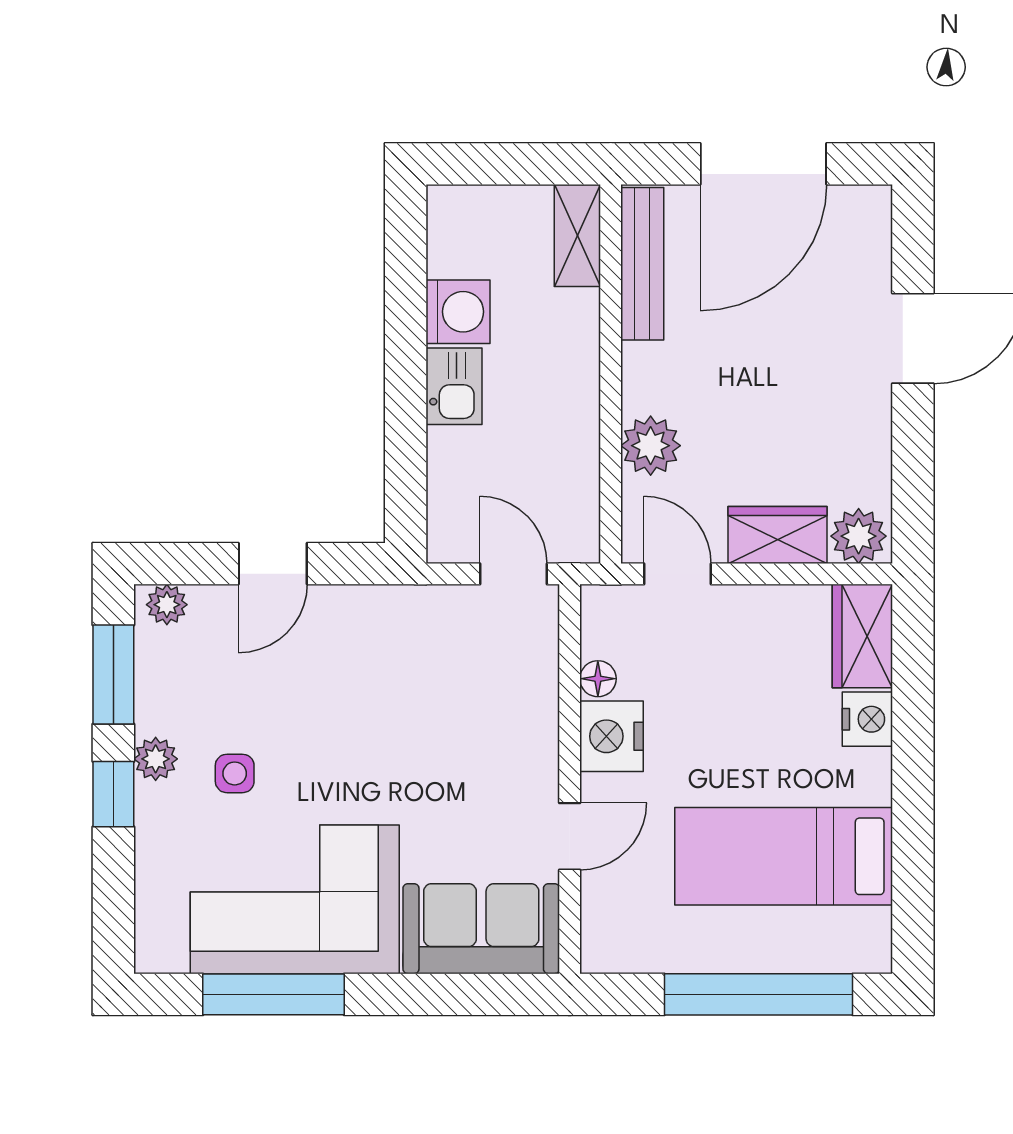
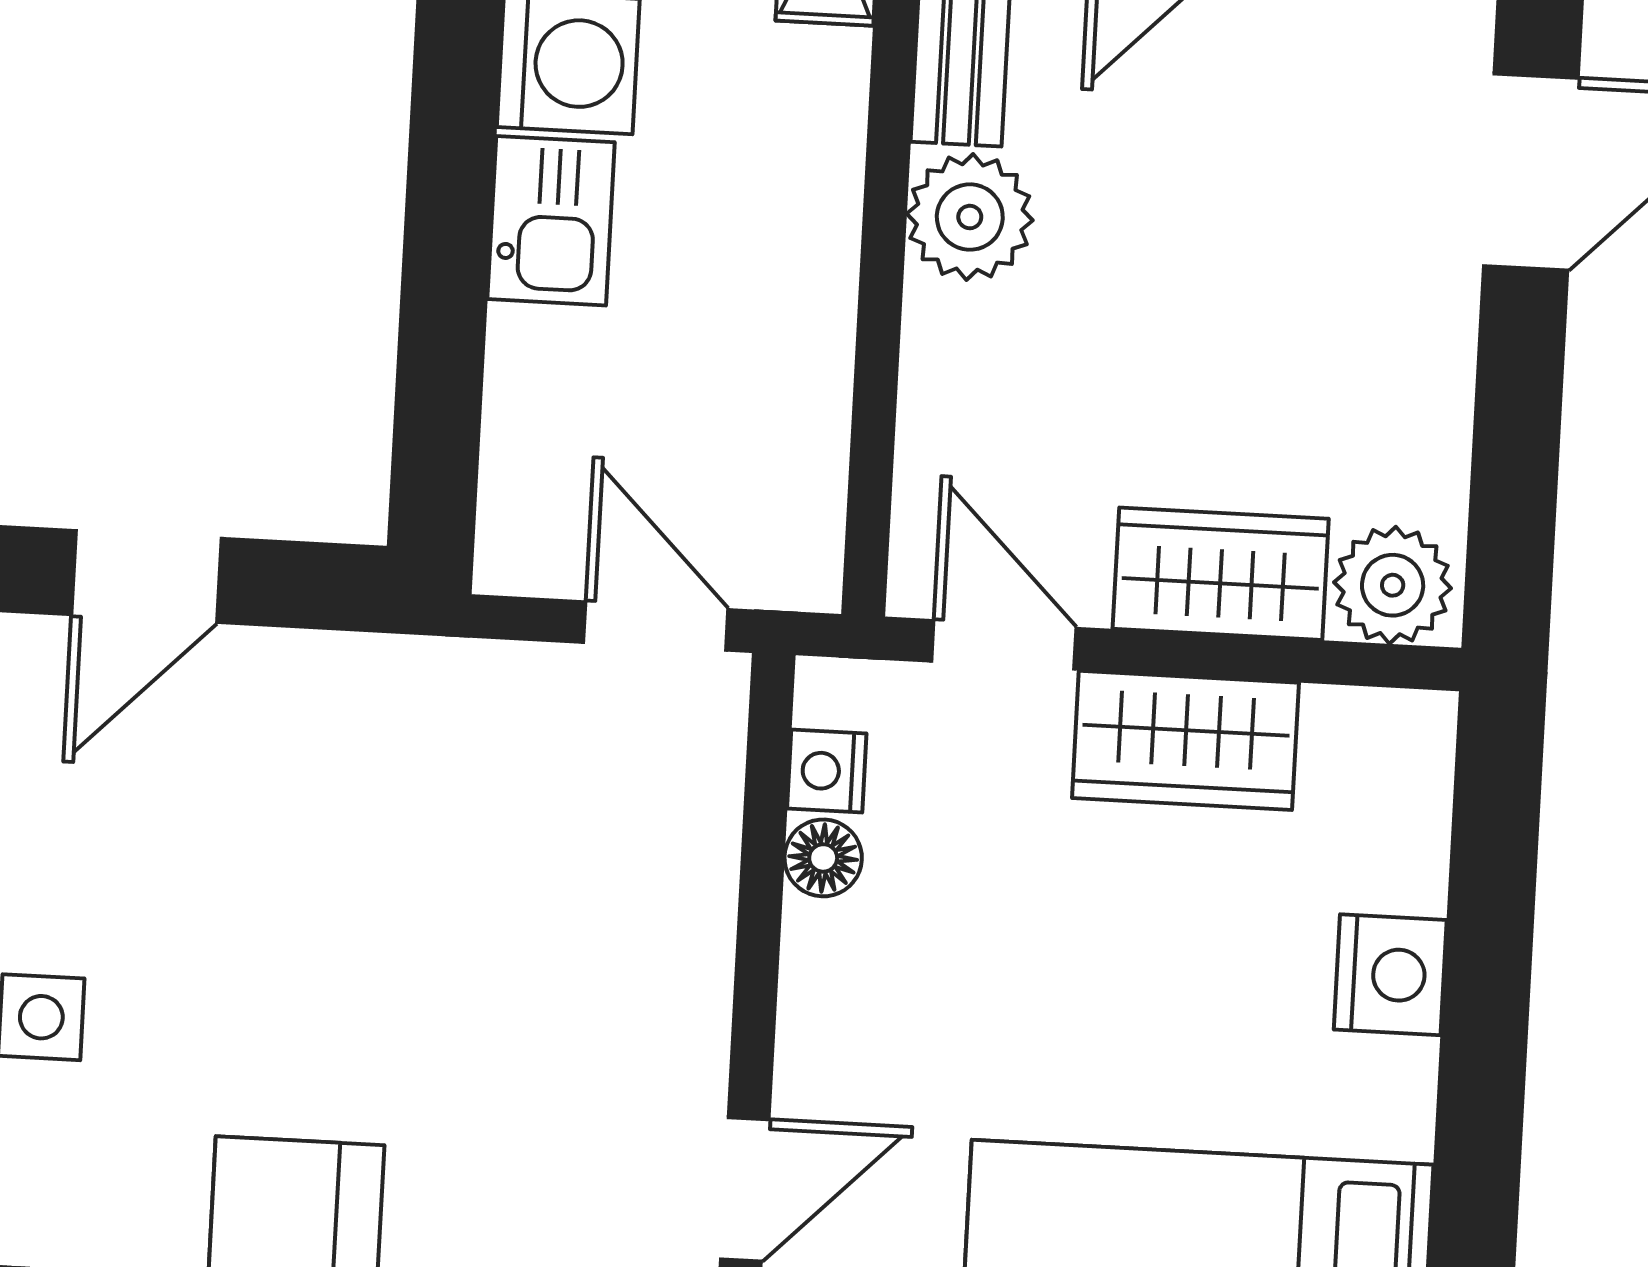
plant: (651, 446) -> (970, 217), moved
wardrobe: (862, 636) -> (1185, 740), moved, turned -90
nightstand: (611, 736) -> (827, 771), moved, width x0.53, depth x0.56

